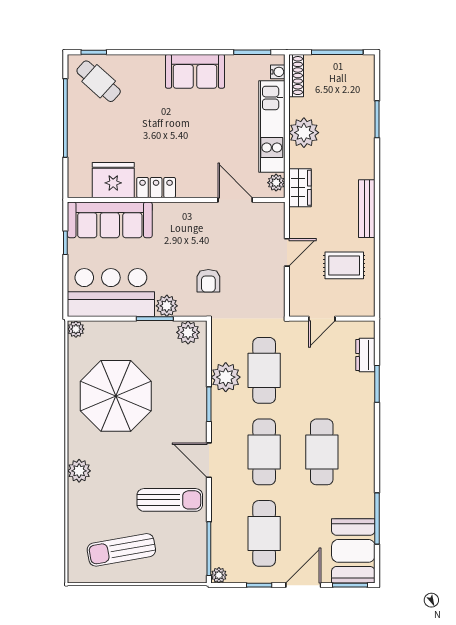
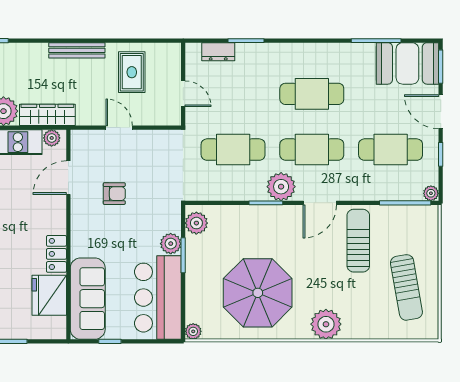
wardrobe: (300, 188) -> (47, 115), width x1.50
armchair: (208, 281) -> (114, 194), moved
plant: (226, 377) -> (281, 187), moved
plant: (79, 471) -> (326, 324), width x1.36, depth x1.36

